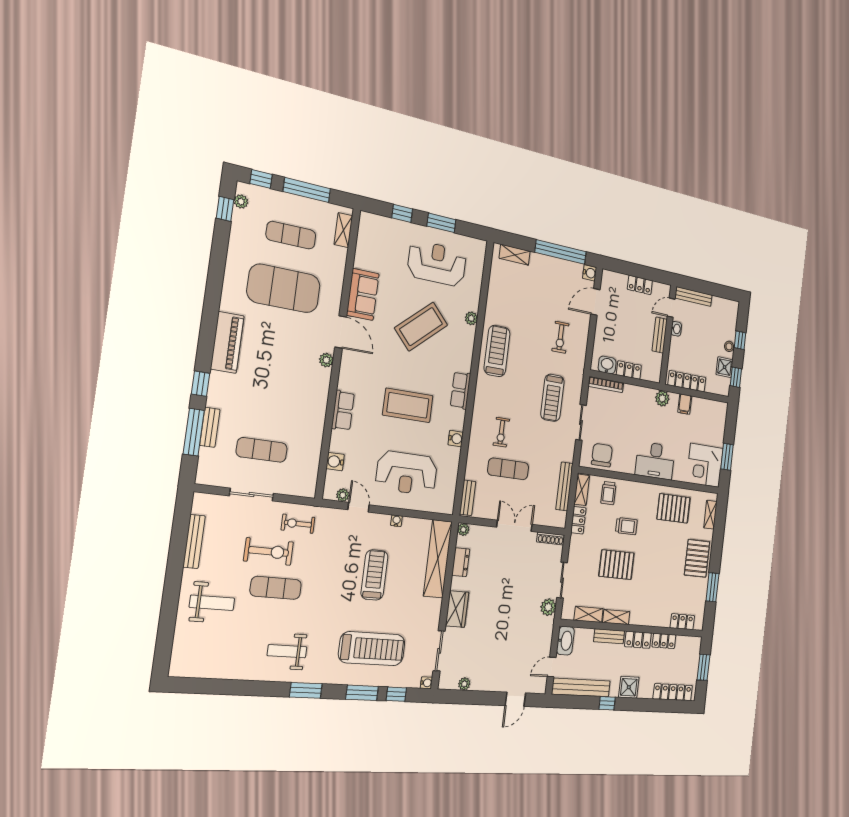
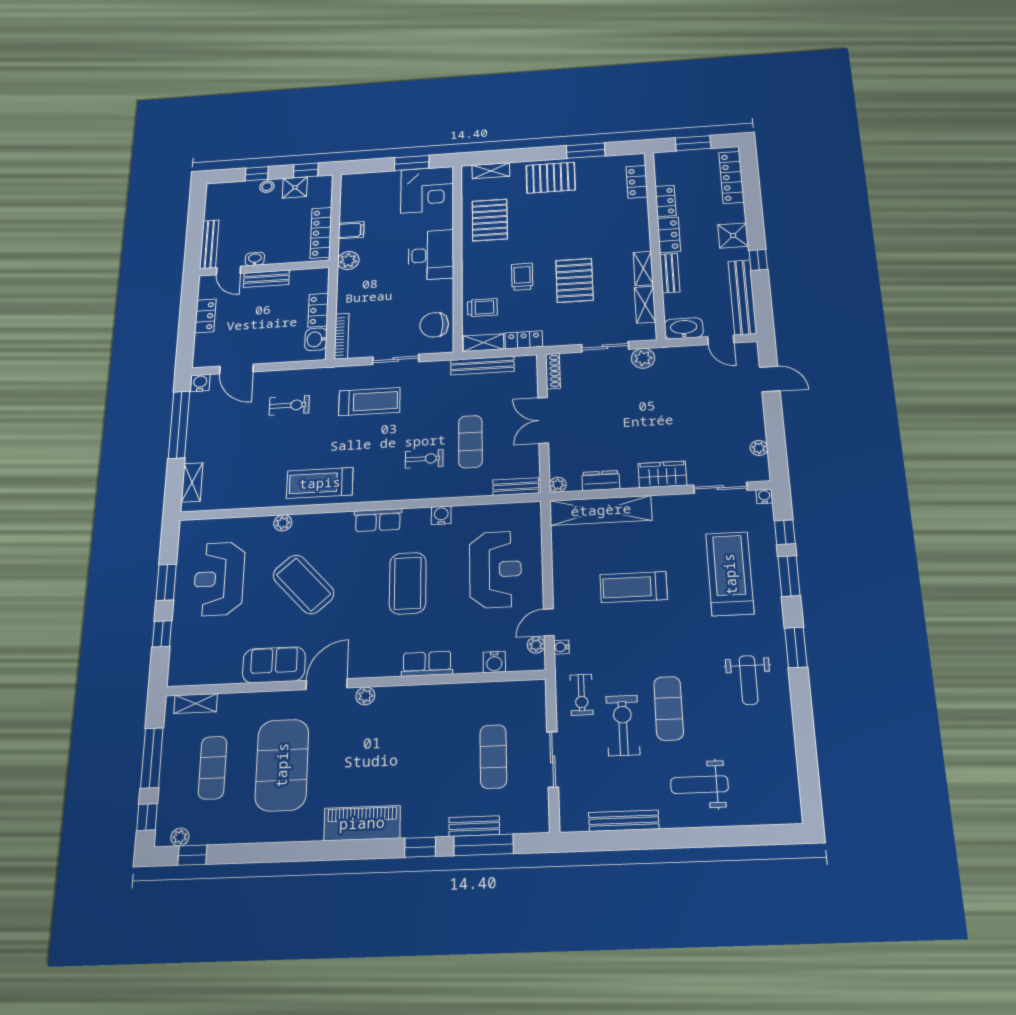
water cooler: (396, 521) -> (561, 647), moved
weight bench: (212, 603) -> (699, 785), turned -90

